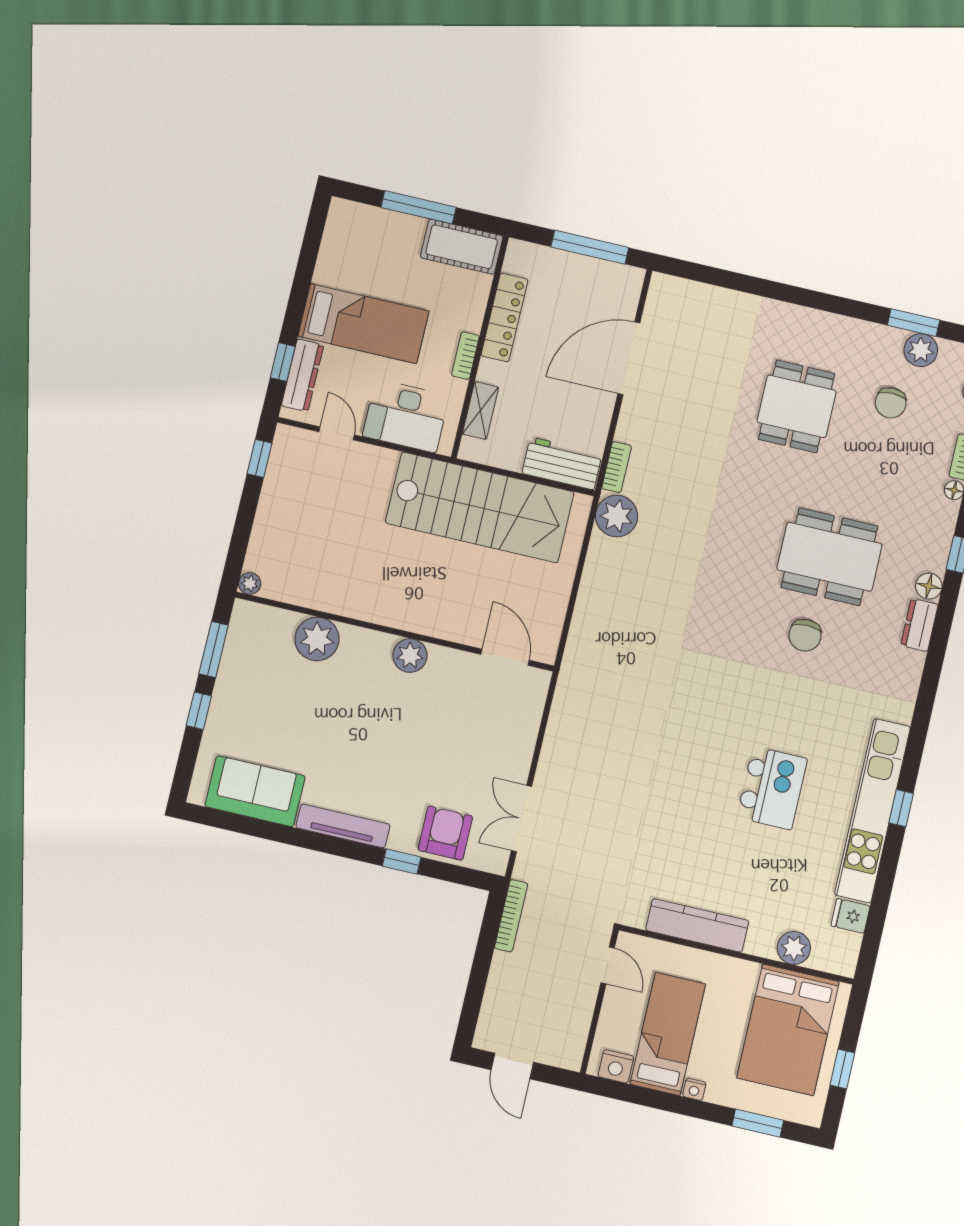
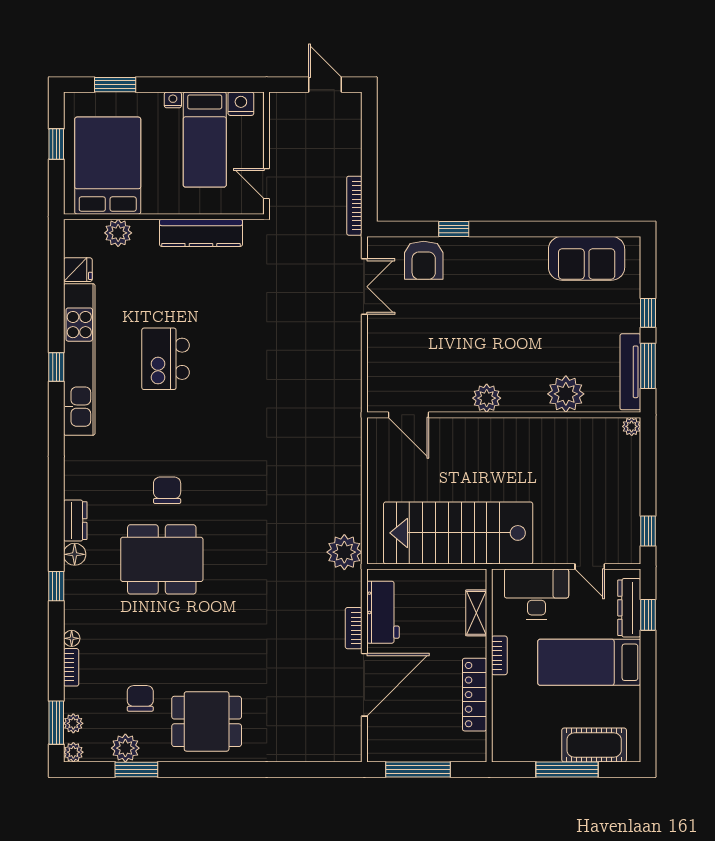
cot: (462, 247) -> (594, 745), moved
dining table: (797, 406) -> (207, 721), moved, turned 90
workbench: (562, 463) -> (383, 612), moved, turned -90
bookcase: (617, 467) -> (354, 628), moved
tv unit: (343, 826) -> (630, 372), moved, turned 90

